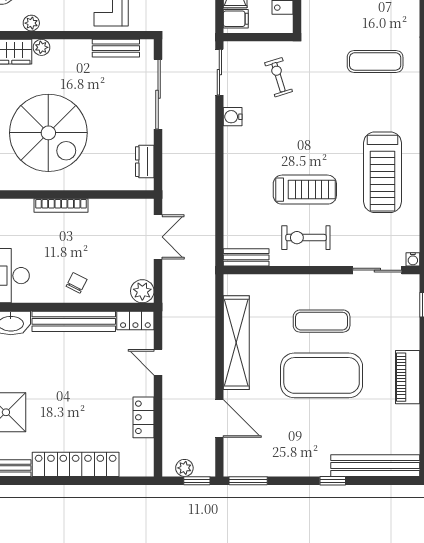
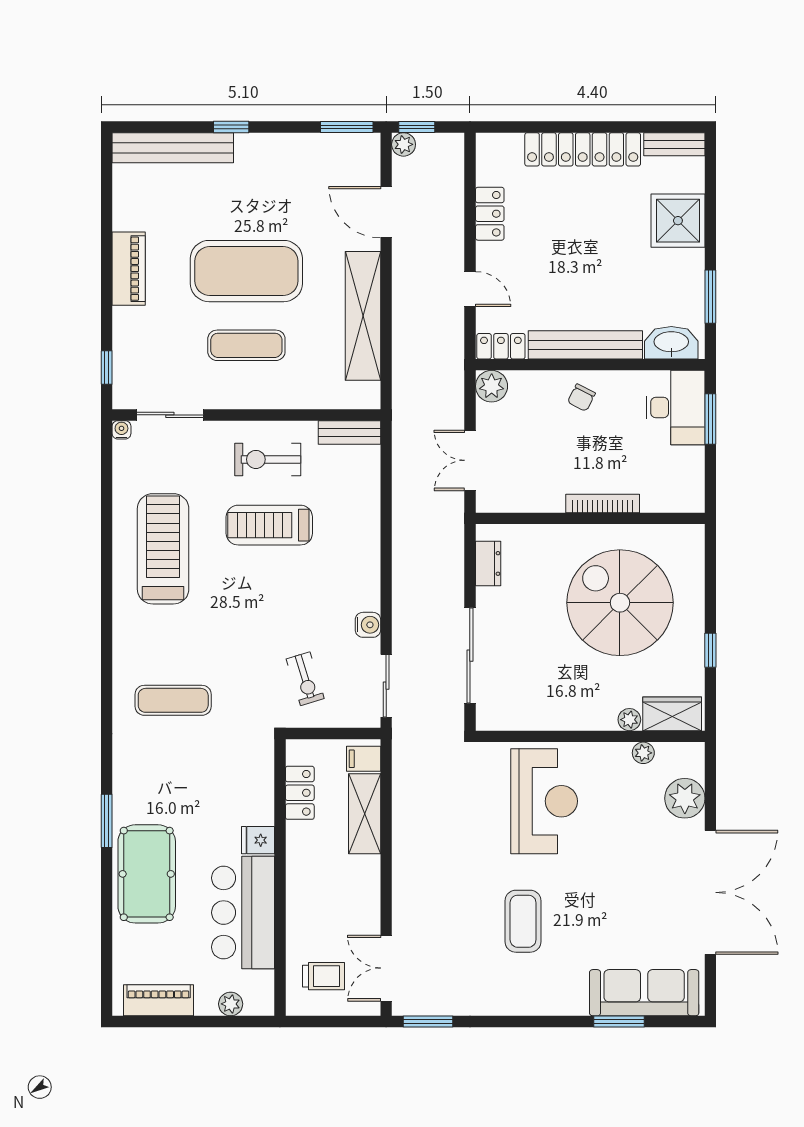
bench: (116, 48) -> (528, 719), removed
exercise bike: (306, 238) -> (268, 459), turned 180
plant: (184, 468) -> (404, 144), moved

